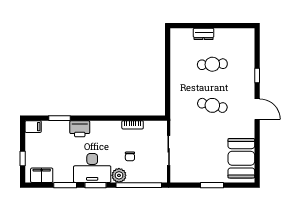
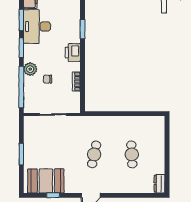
dresser: (204, 34) -> (159, 184), moved
window: (257, 75) -> (53, 195), moved
window: (60, 118) -> (83, 29), moved
printer: (80, 129) -> (73, 53), moved
desk: (92, 168) -> (37, 26), moved

